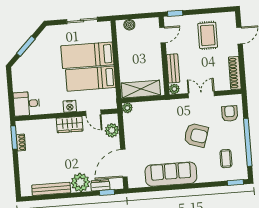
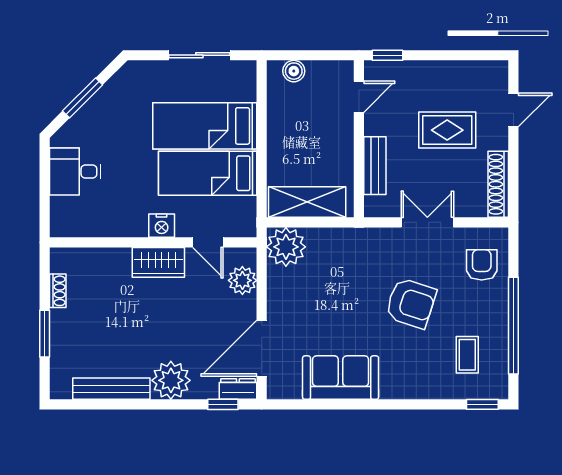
rug: (208, 35) -> (447, 130), moved, turned 90
plant: (174, 89) -> (374, 207), removed
desk: (27, 104) -> (75, 171), moved
plant: (127, 108) -> (286, 247), width x1.87, depth x1.87
window: (14, 137) -> (45, 334), moved
sofa: (171, 174) -> (341, 378), width x0.73
dresser: (100, 185) -> (238, 389), moved

